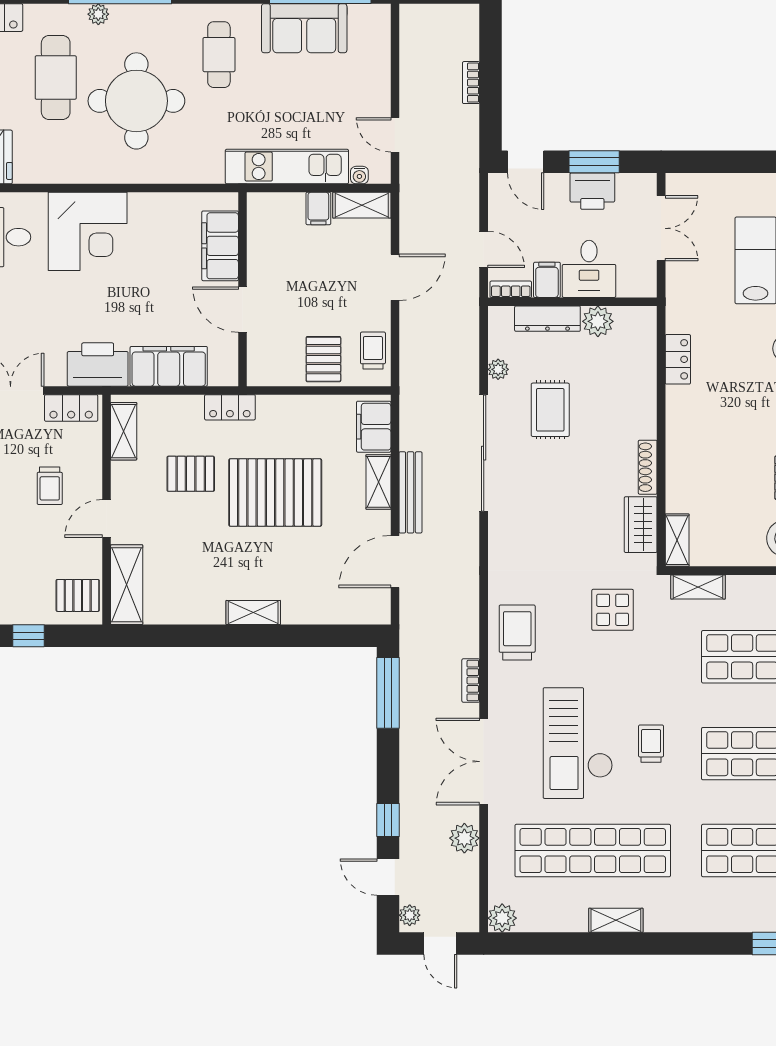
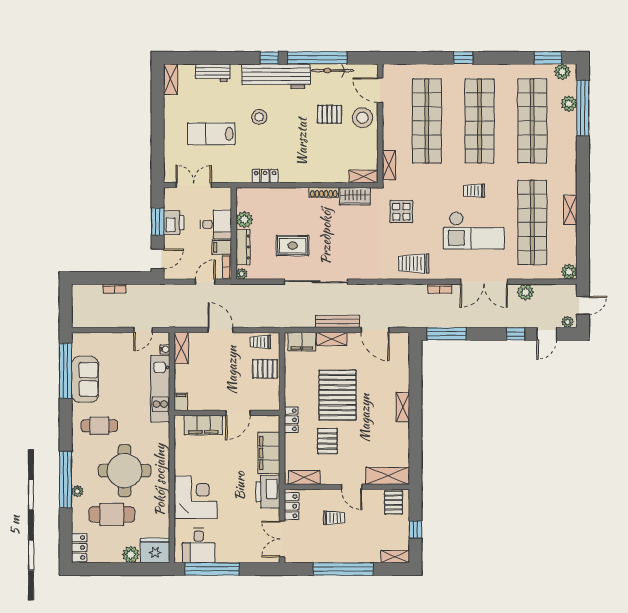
filing cabinet: (318, 208) -> (181, 402), moved, turned -90
plant: (498, 369) -> (242, 274), moved

